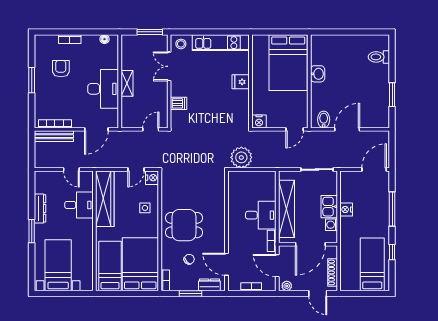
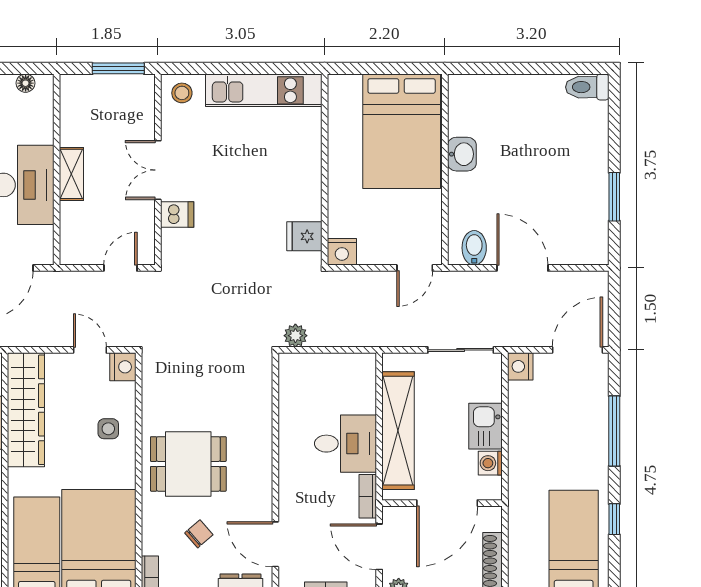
toilet: (379, 57) -> (587, 87), moved
double door: (169, 66) -> (158, 170), moved
fridge: (241, 82) -> (304, 236), moved
door: (347, 129) -> (522, 268), hinge flipped
plant: (241, 157) -> (295, 336), width x0.53, depth x0.53
door: (136, 169) -> (90, 350), swing flipped
nightstand: (346, 209) -> (520, 366), moved

